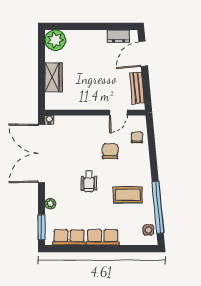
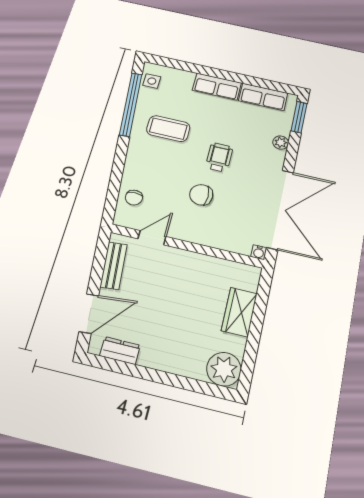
chair: (110, 151) -> (201, 195), moved, turned 90

